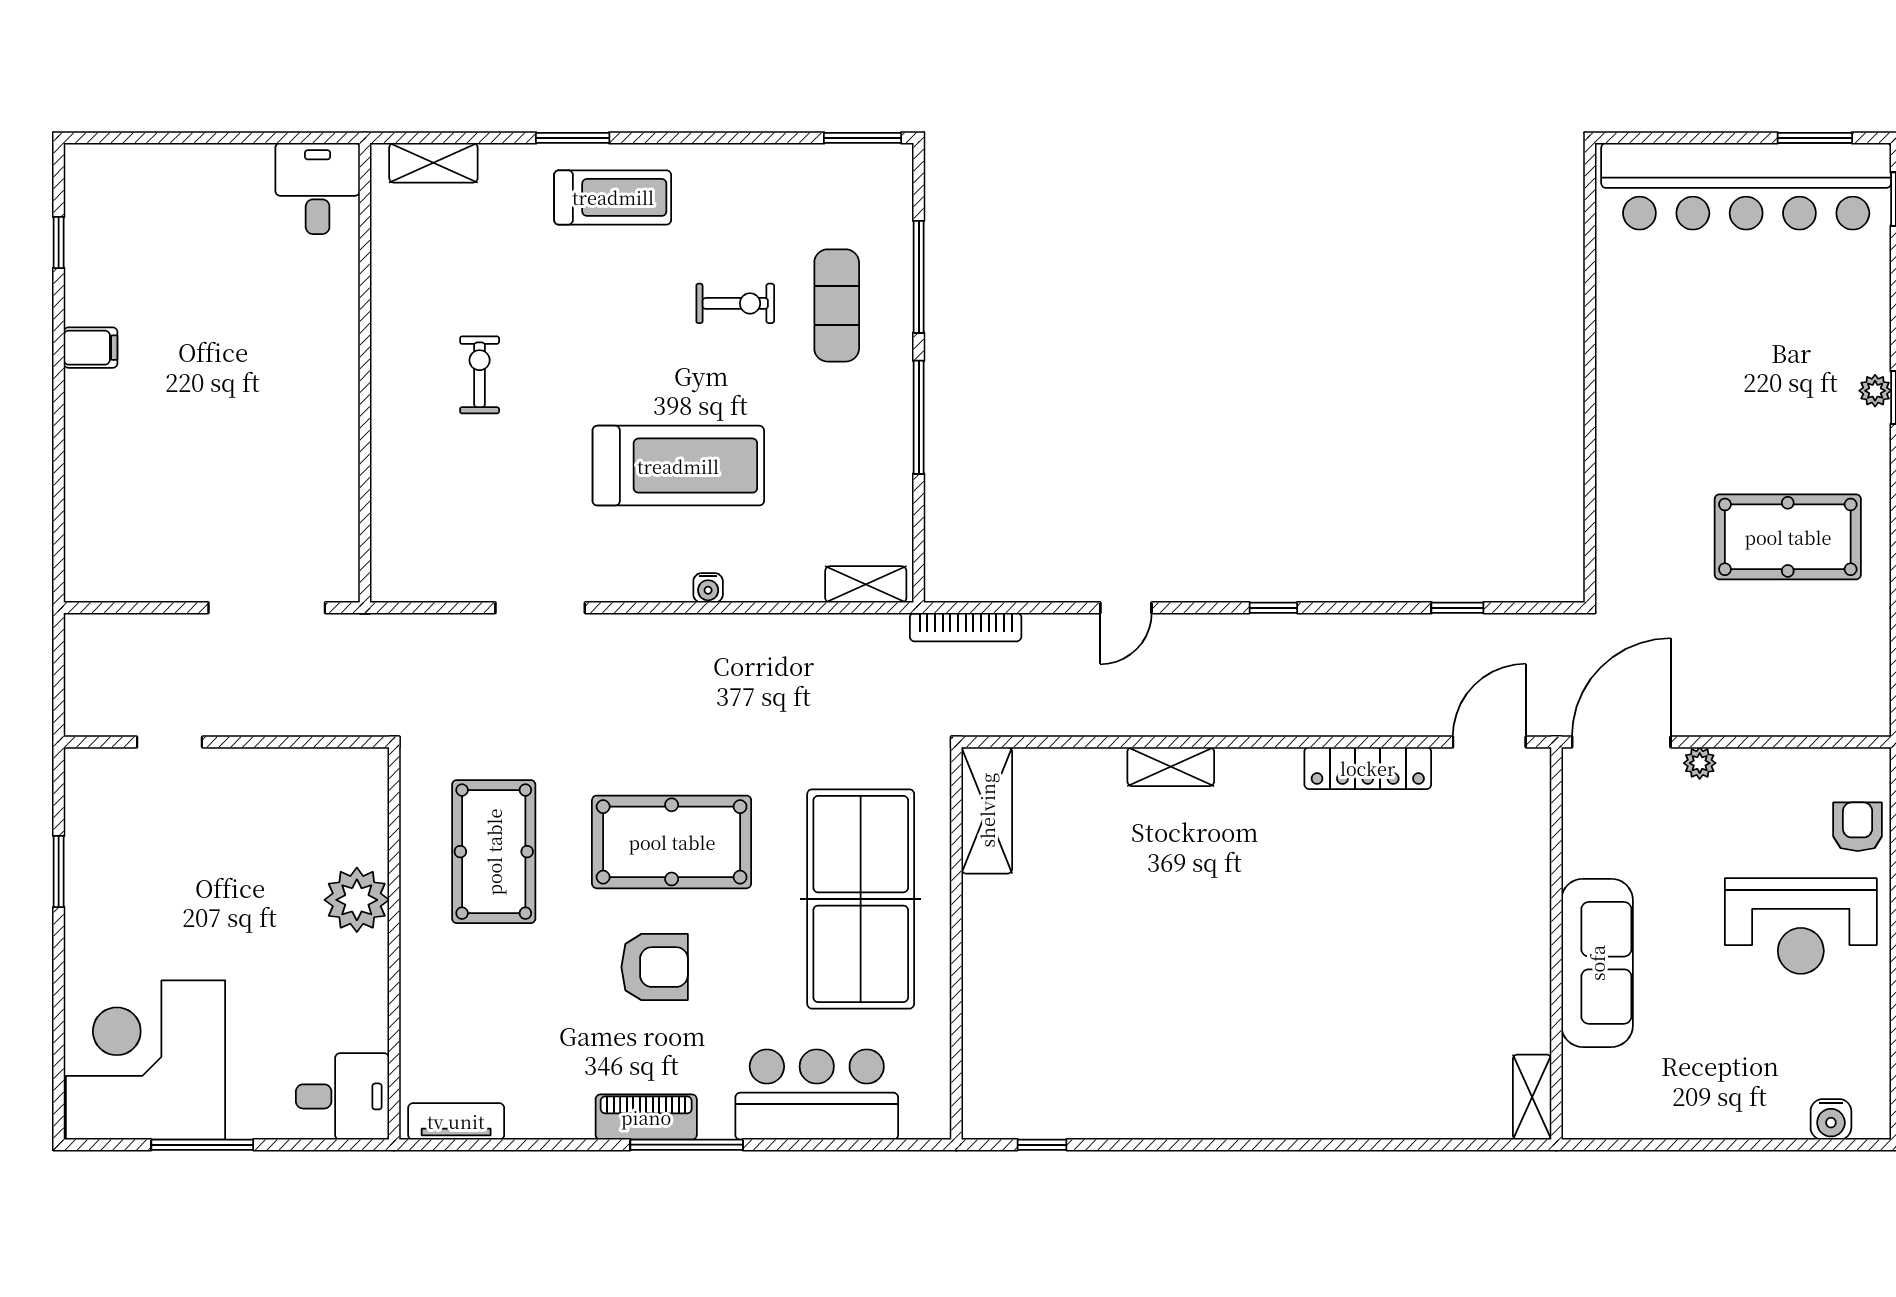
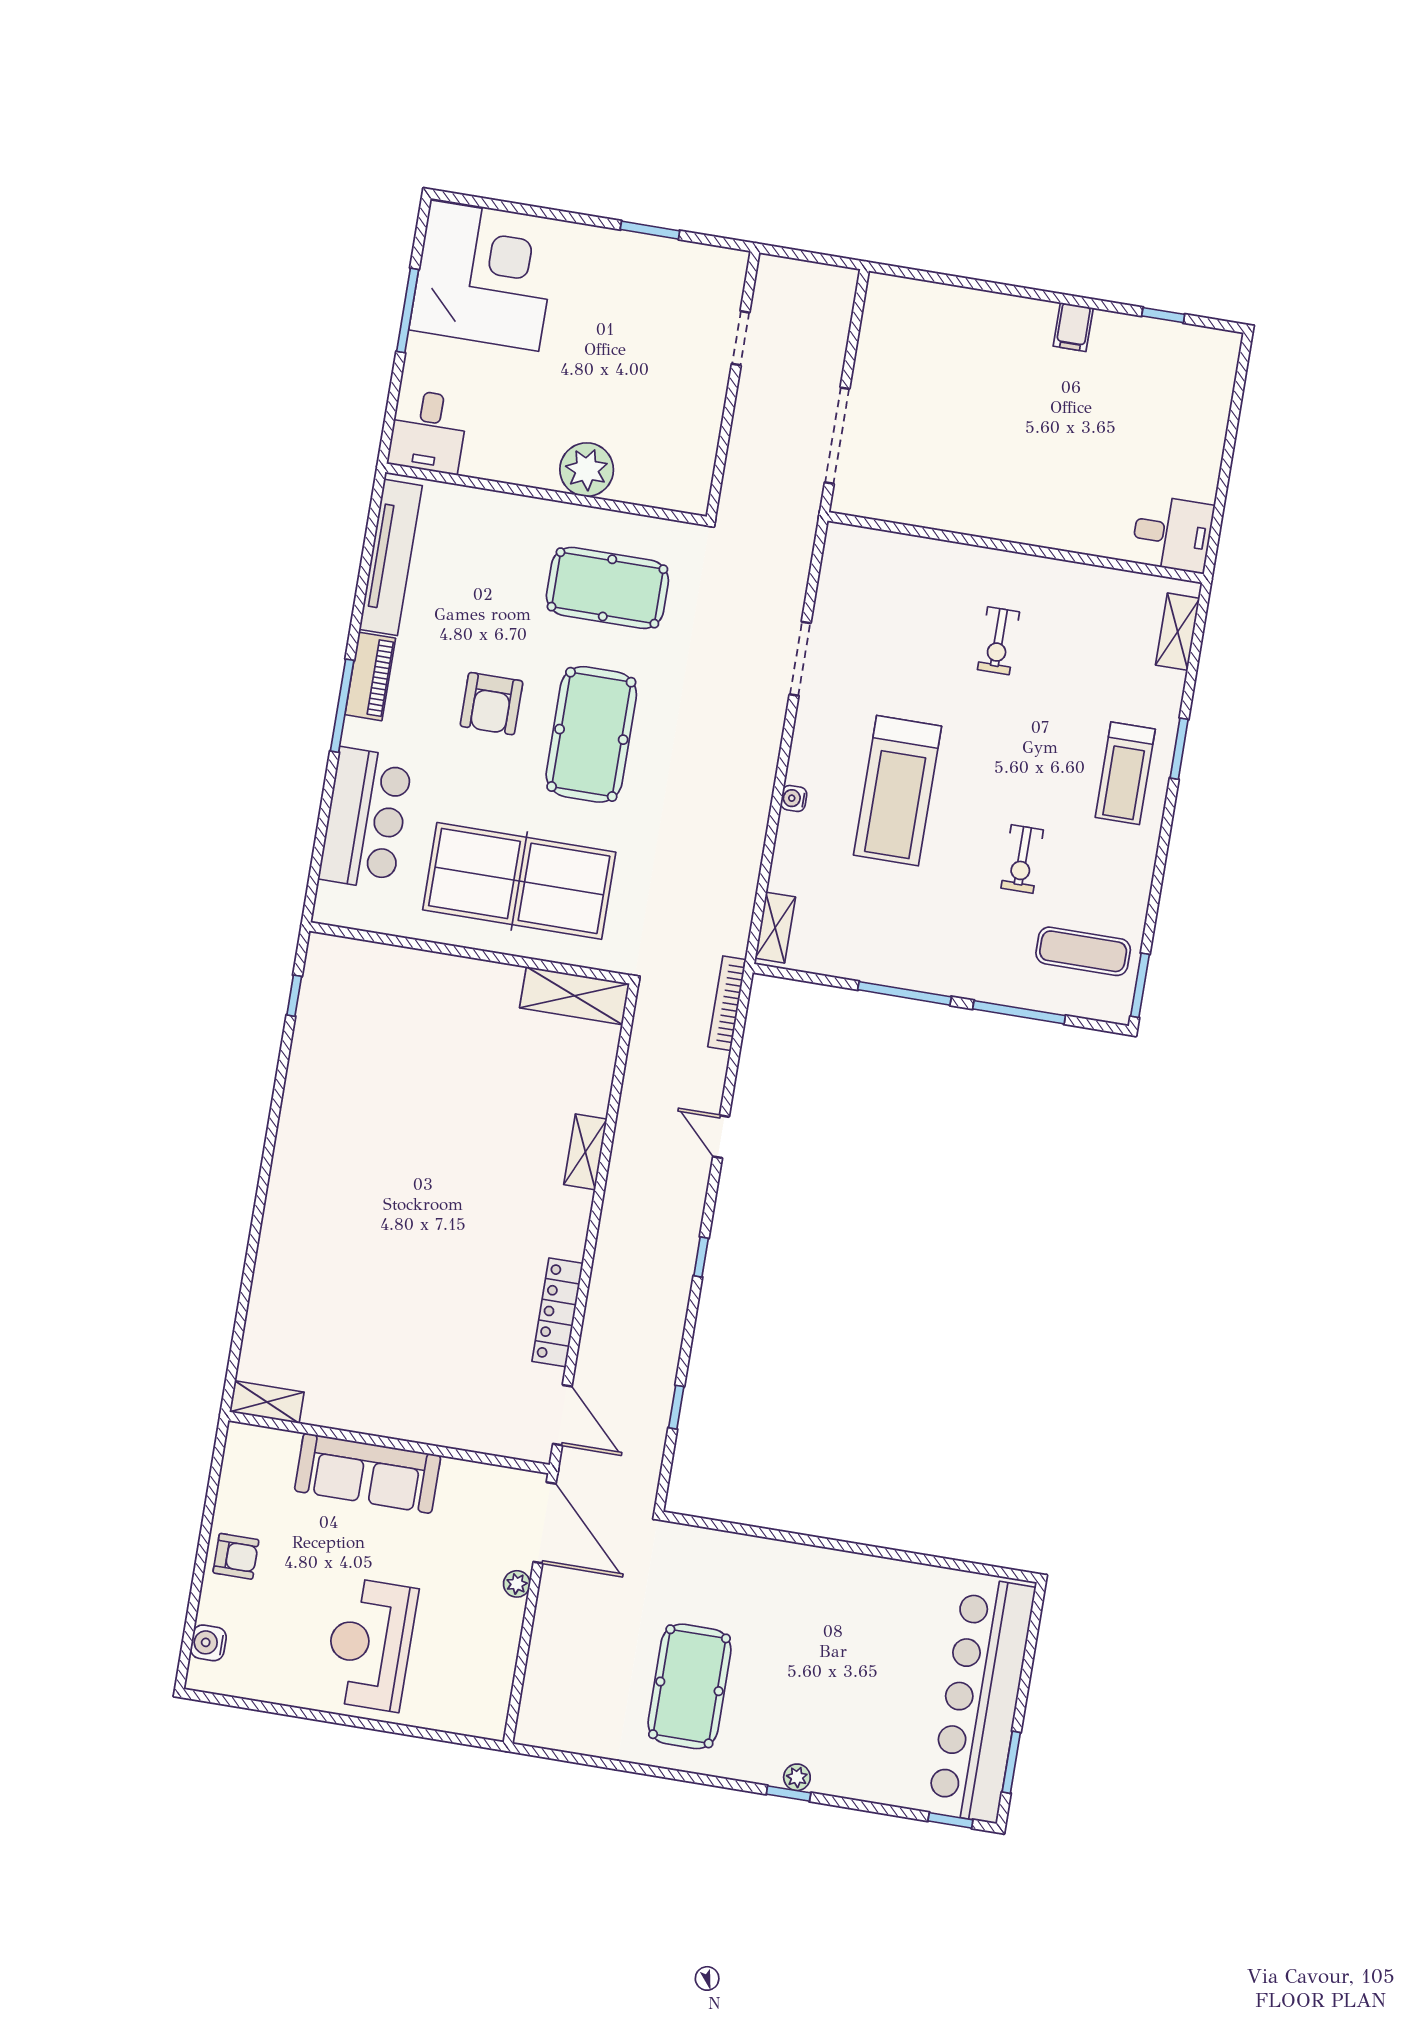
exercise mat: (837, 305) -> (1083, 951), moved
exercise bike: (480, 375) -> (998, 641), turned 90
armchair: (1858, 827) -> (236, 1556), moved
tv unit: (456, 1121) -> (391, 557), width x1.92, depth x1.29

